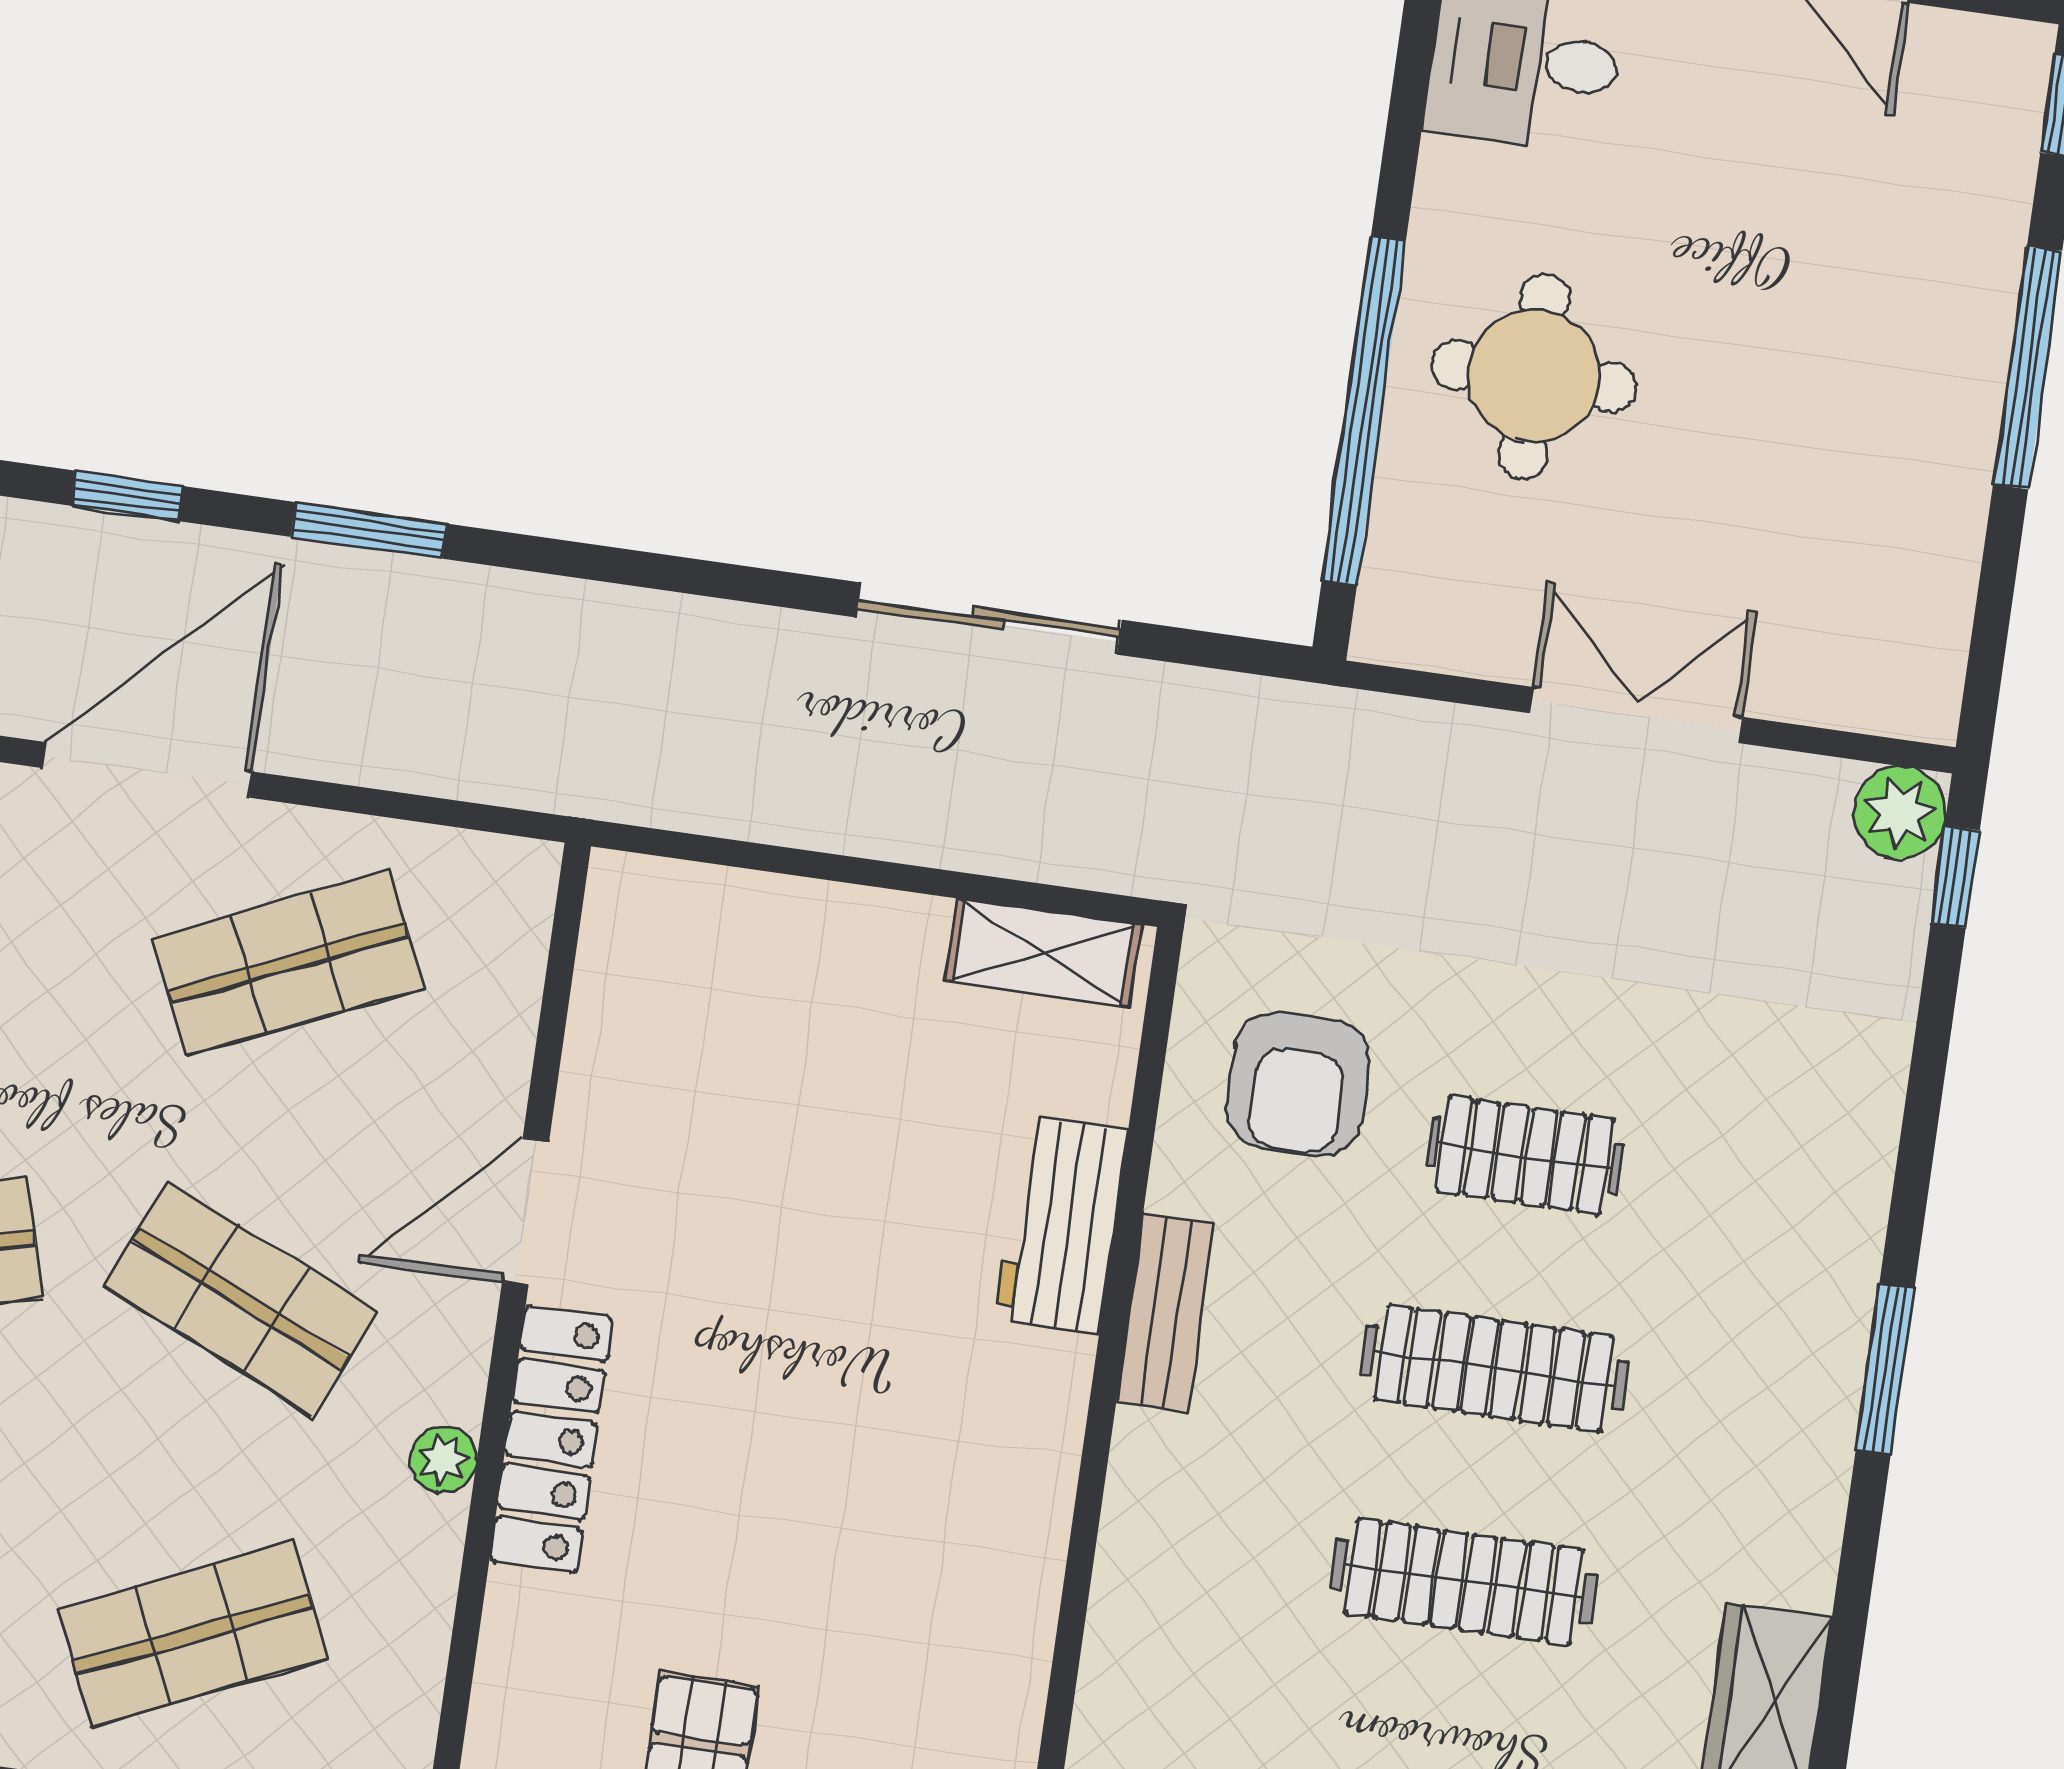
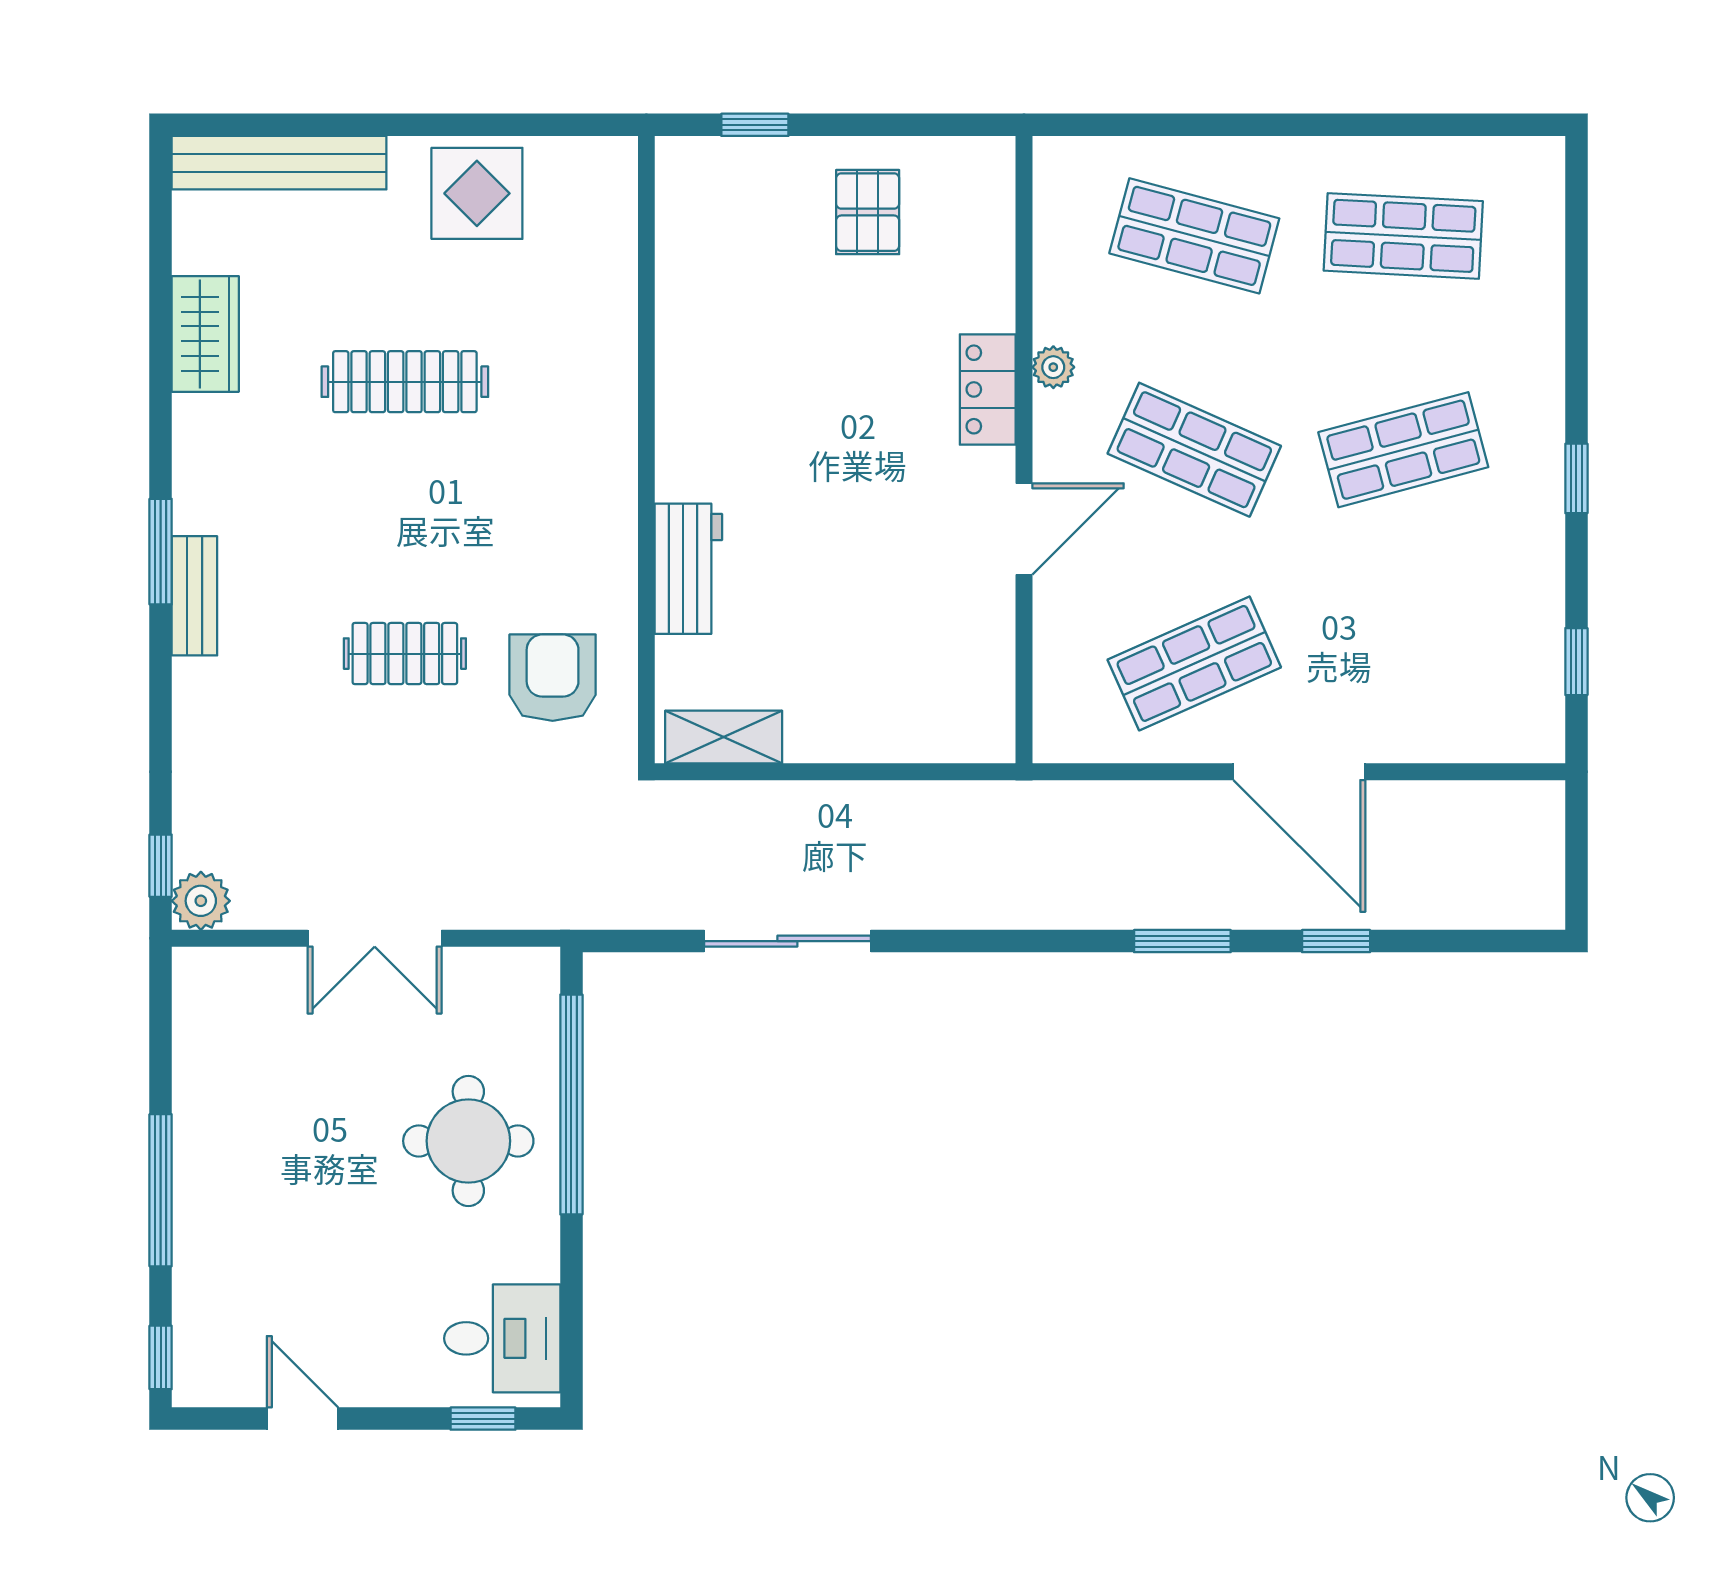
door: (148, 770) -> (1299, 772), hinge flipped
bench: (1165, 1312) -> (194, 596), moved
clothes rail: (1494, 1368) -> (405, 518), removed
locker: (551, 1439) -> (988, 389), width x0.66
shop shelf: (193, 1634) -> (1194, 236), turned 39

